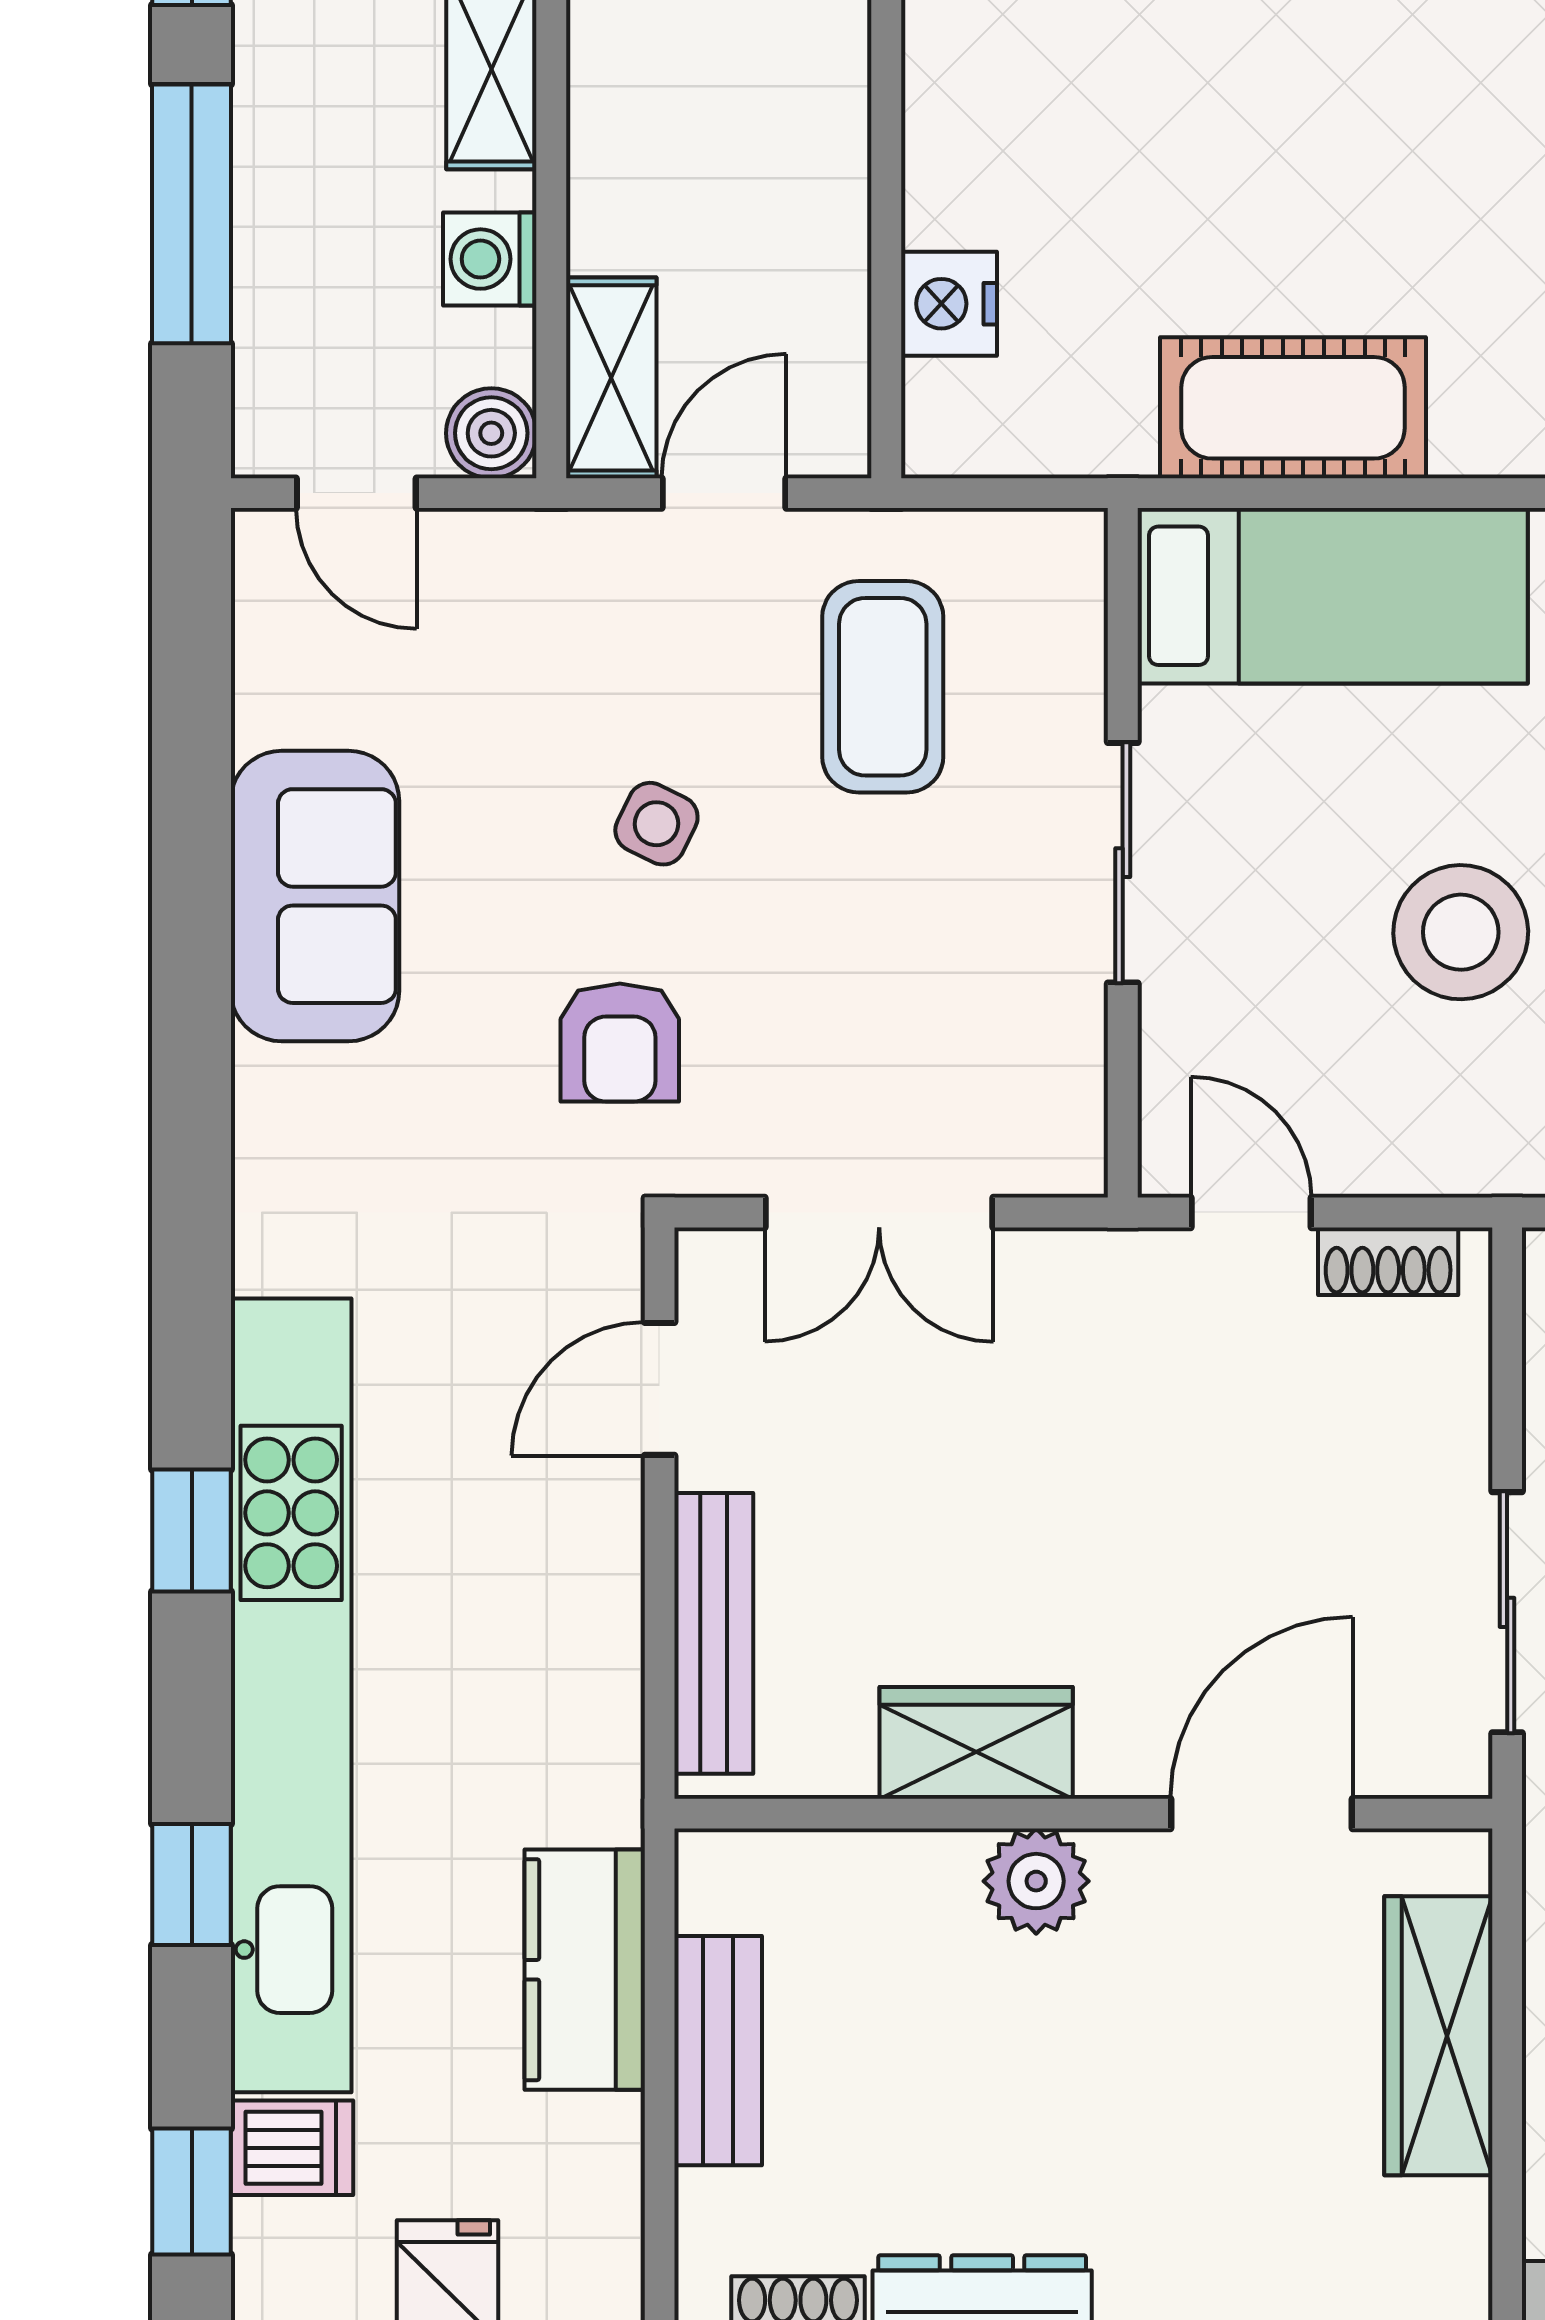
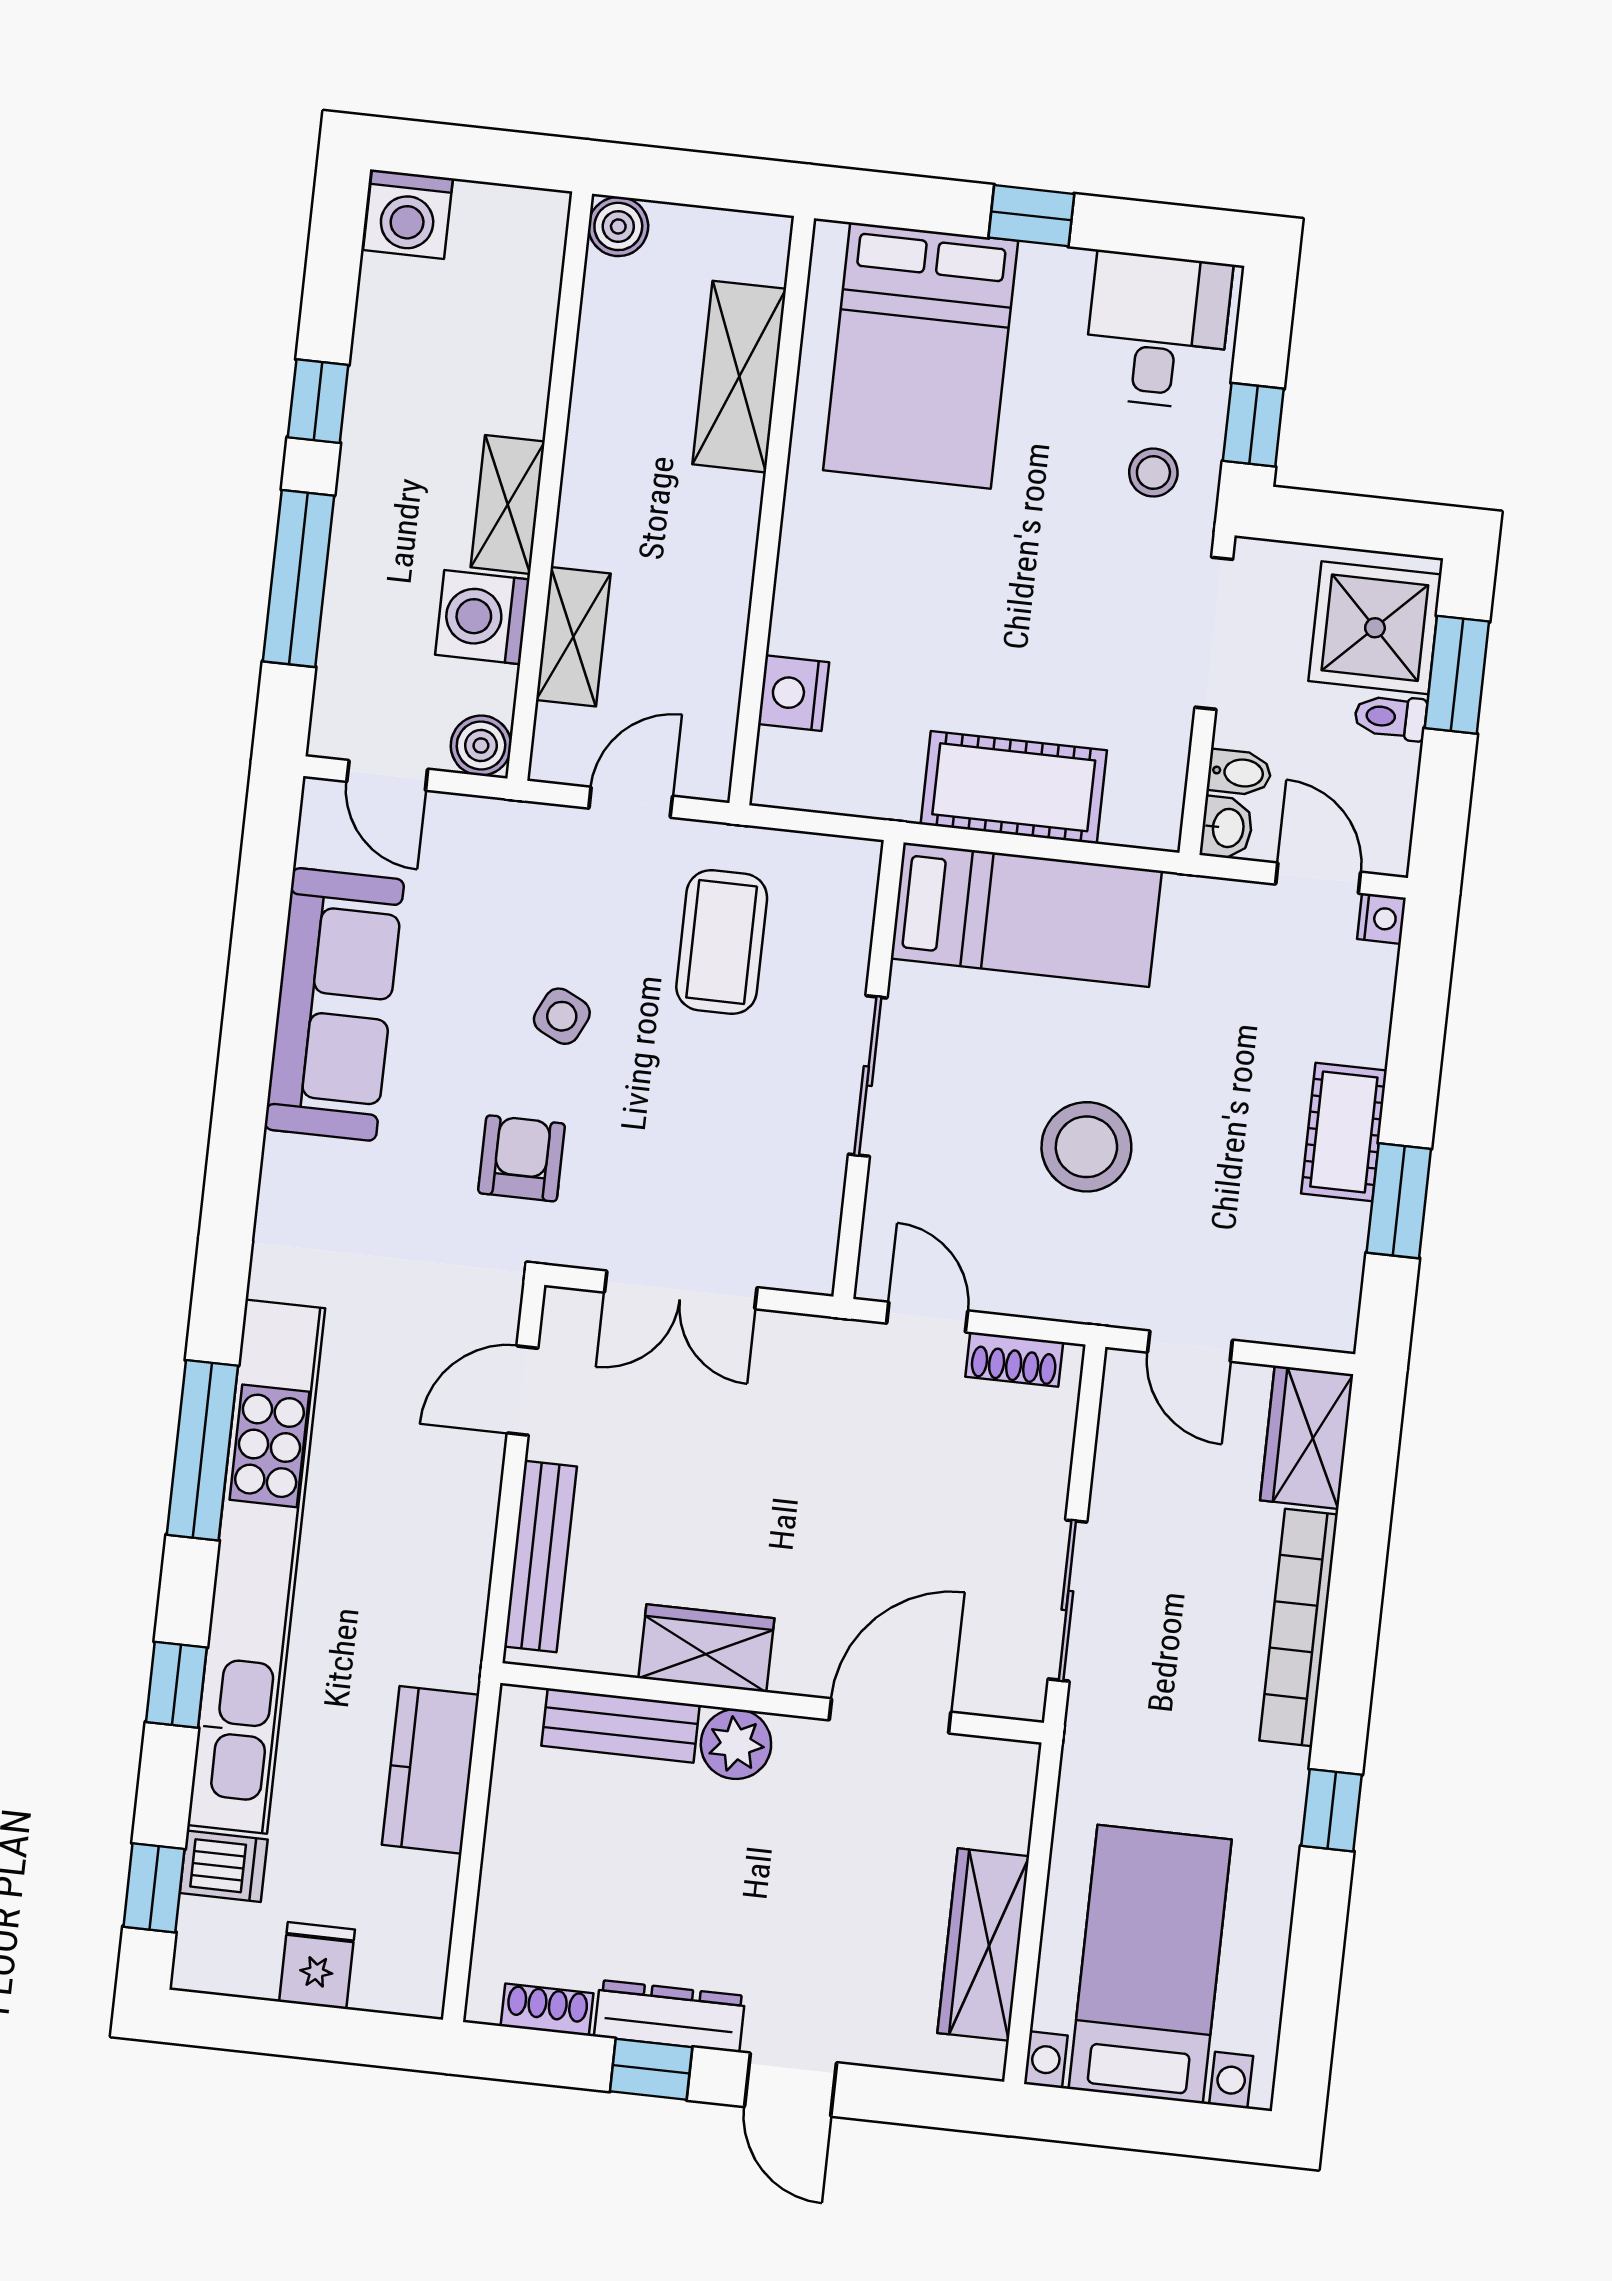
washing machine: (490, 259) -> (482, 617), width x1.38, depth x1.38
shelving: (611, 378) -> (573, 637), moved
sofa: (315, 896) -> (334, 1004), width x1.36
armchair: (620, 1043) -> (522, 1158), turned 180
window: (192, 1531) -> (202, 1450), width x2.17
wardrobe: (1438, 2036) -> (983, 1945), moved
bench: (718, 2051) -> (621, 1725), moved, turned 90

